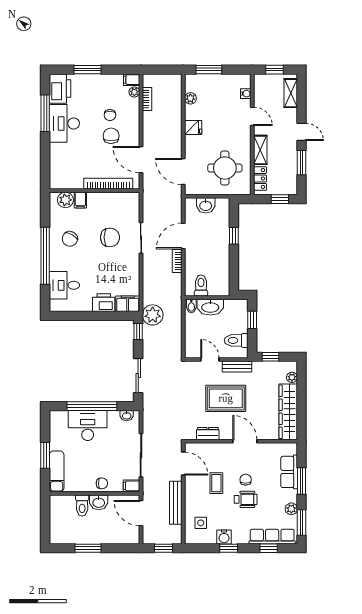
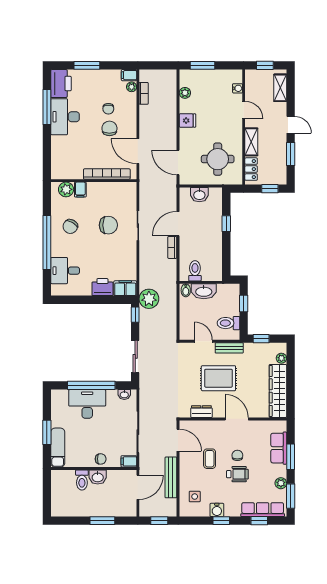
door: (141, 513) -> (138, 487), swing flipped
window: (88, 548) -> (102, 521), moved

